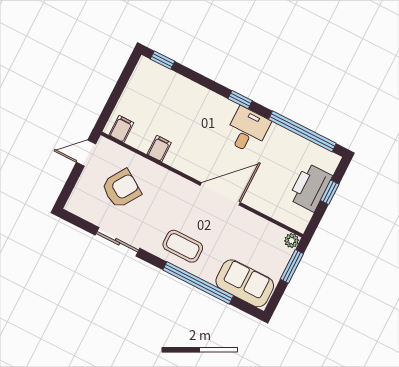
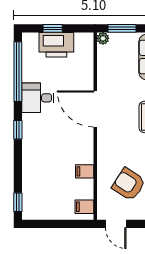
desk: (247, 130) -> (38, 98), moved

